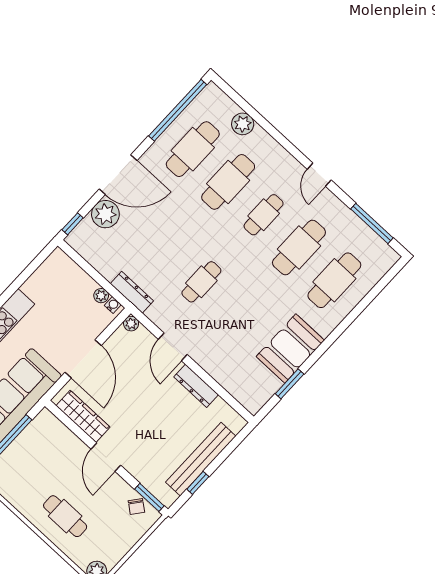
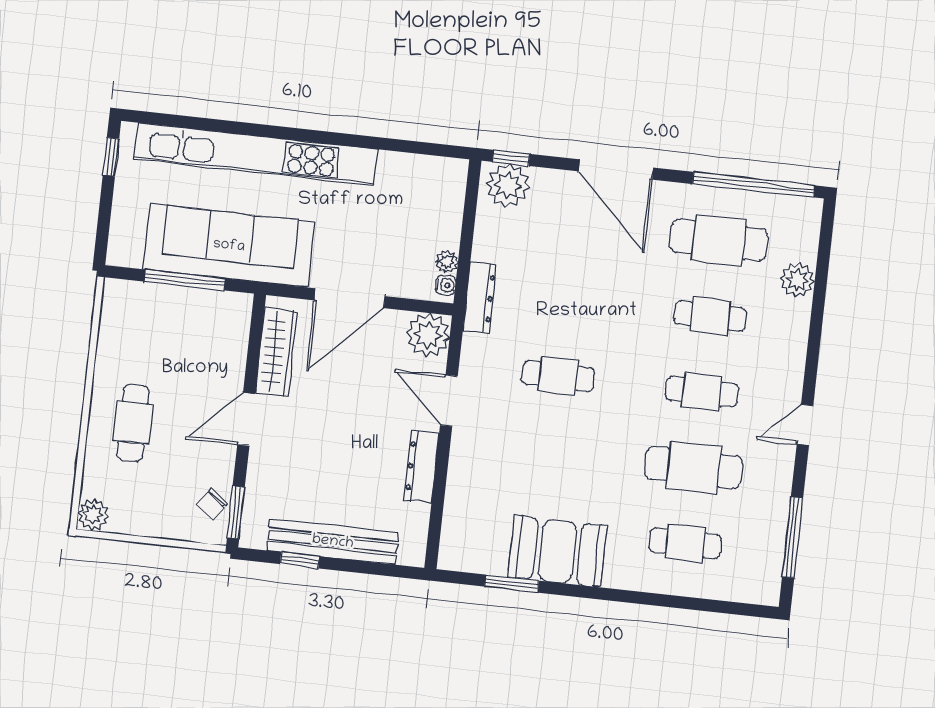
cafe table: (228, 182) -> (710, 316), width x0.73, depth x0.74
plant: (105, 214) -> (508, 185), moved
cafe table: (334, 280) -> (685, 543), width x0.73, depth x0.74
plant: (131, 324) -> (428, 335), width x1.88, depth x1.88
door: (173, 347) -> (449, 401), hinge flipped

